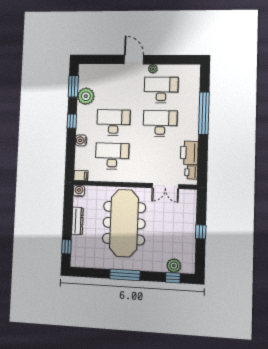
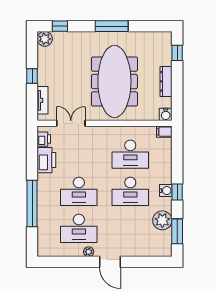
water cooler: (81, 140) -> (166, 191), moved
tv unit: (191, 209) -> (43, 100), added
plant: (174, 266) -> (45, 39), moved

